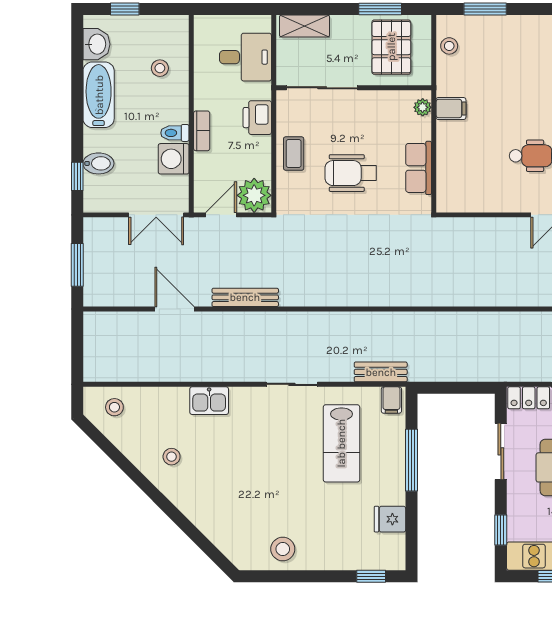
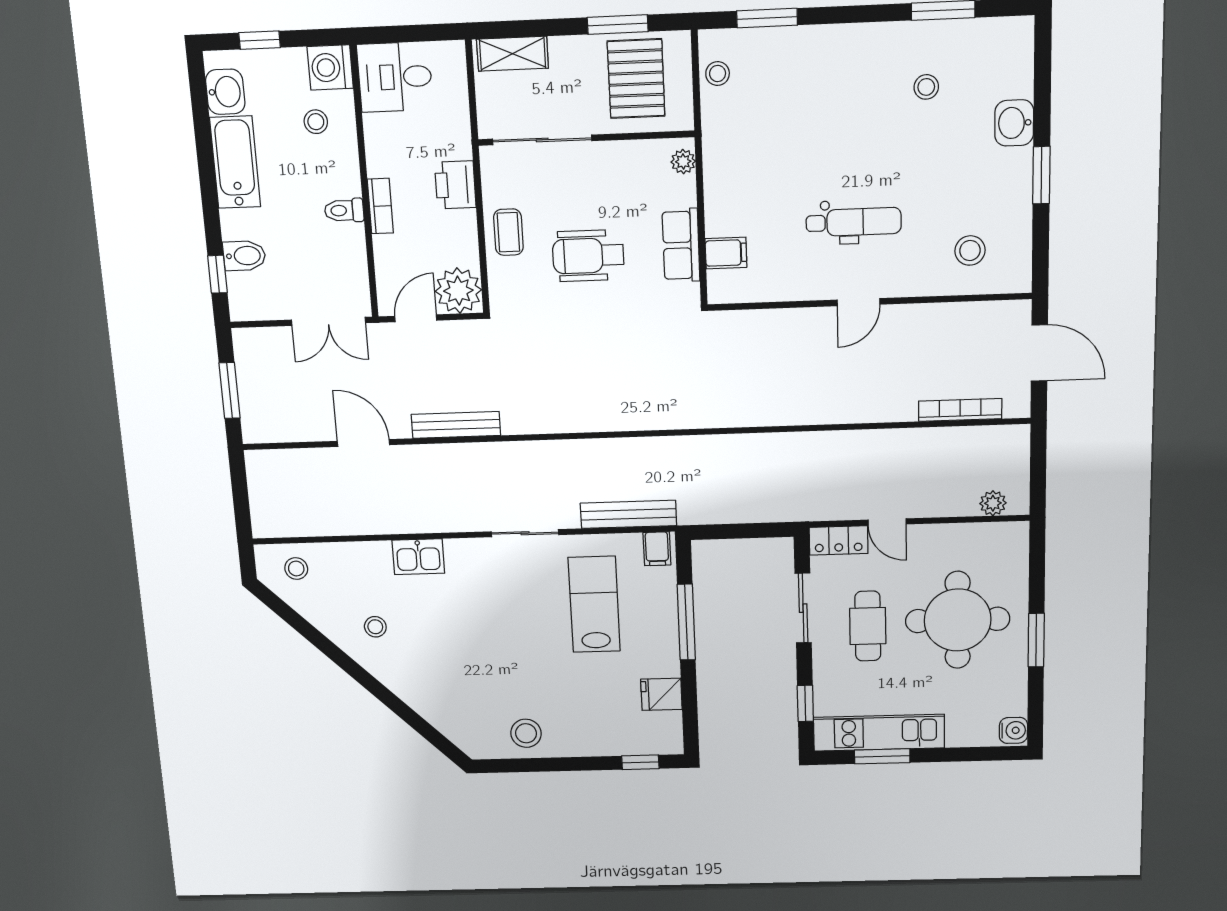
desk: (245, 57) -> (395, 77), moved, turned 180
filing cabinet: (451, 109) -> (726, 253), moved
washing machine: (174, 159) -> (330, 67), moved
bench: (381, 372) -> (628, 514), width x1.36
lab bench: (341, 443) -> (594, 604), turned 180

